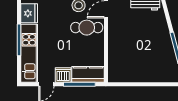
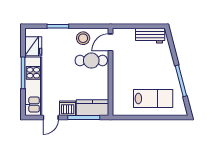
lab bench: (148, 65) -> (153, 99), added

